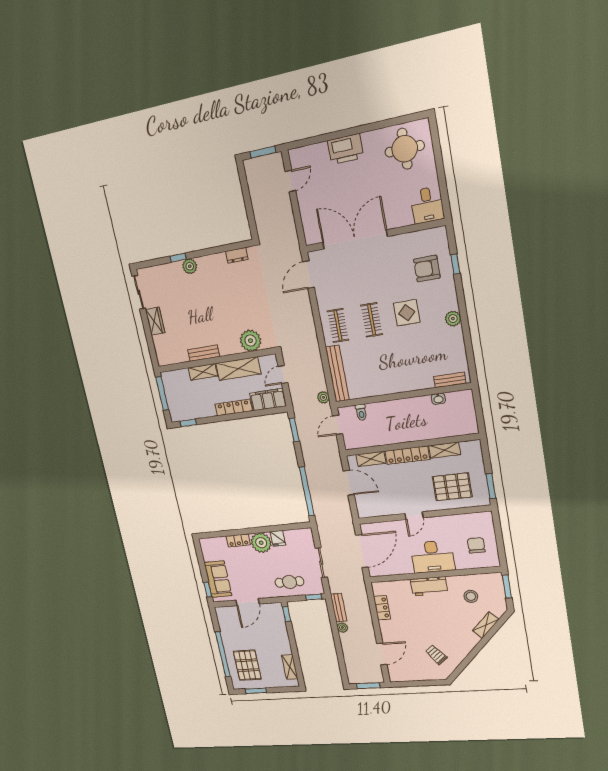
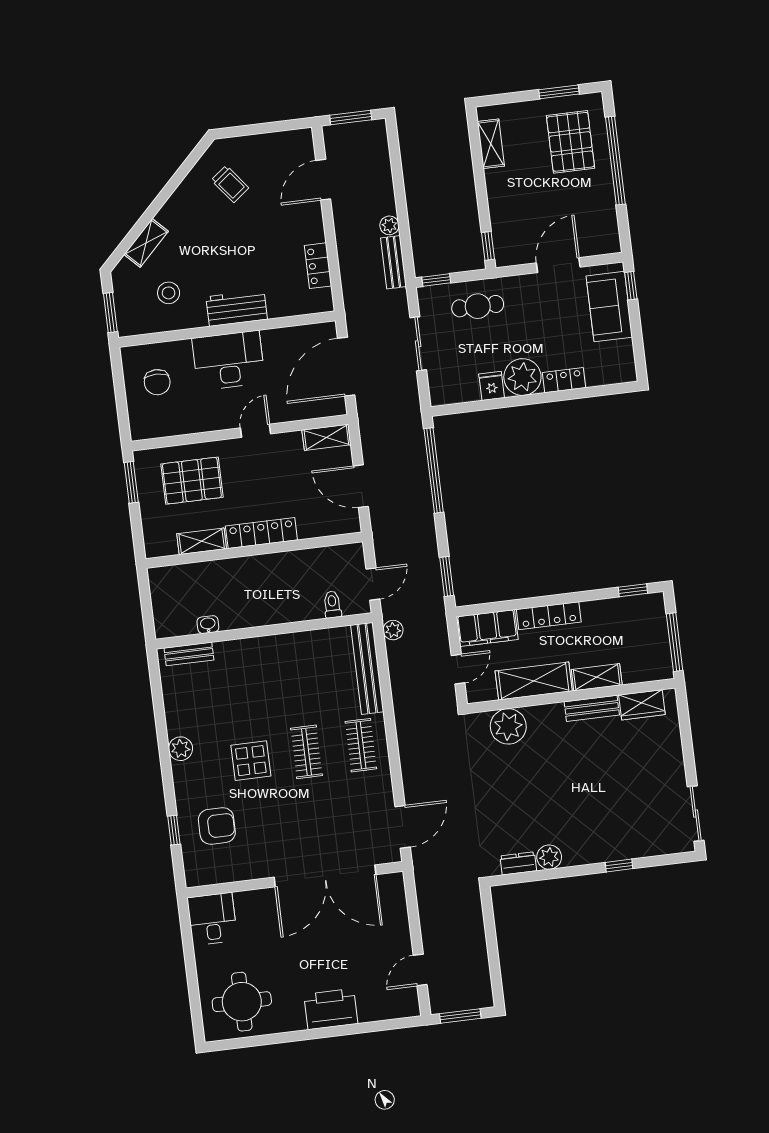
plant: (190, 266) -> (549, 857), moved
wardrobe: (155, 321) -> (642, 705), moved, turned -90
shelving: (371, 459) -> (326, 437), moved

